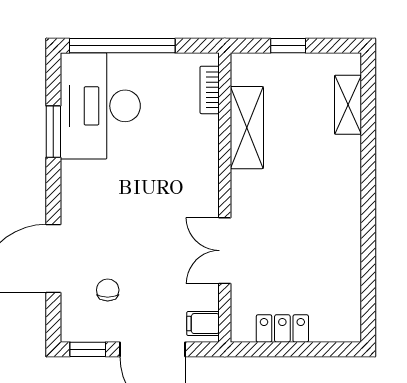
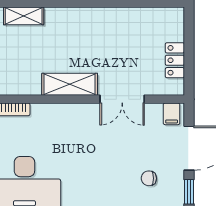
shelving: (247, 128) -> (70, 84), moved

